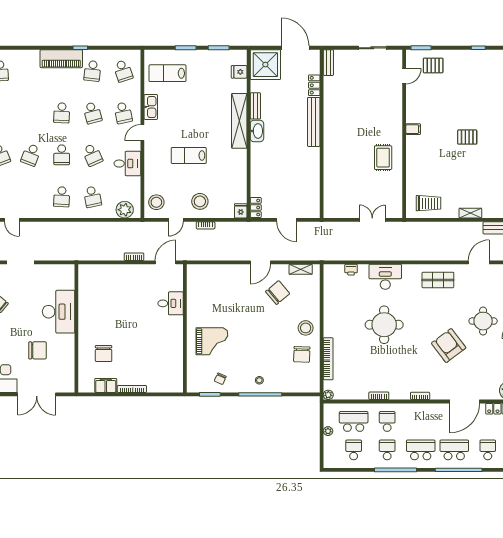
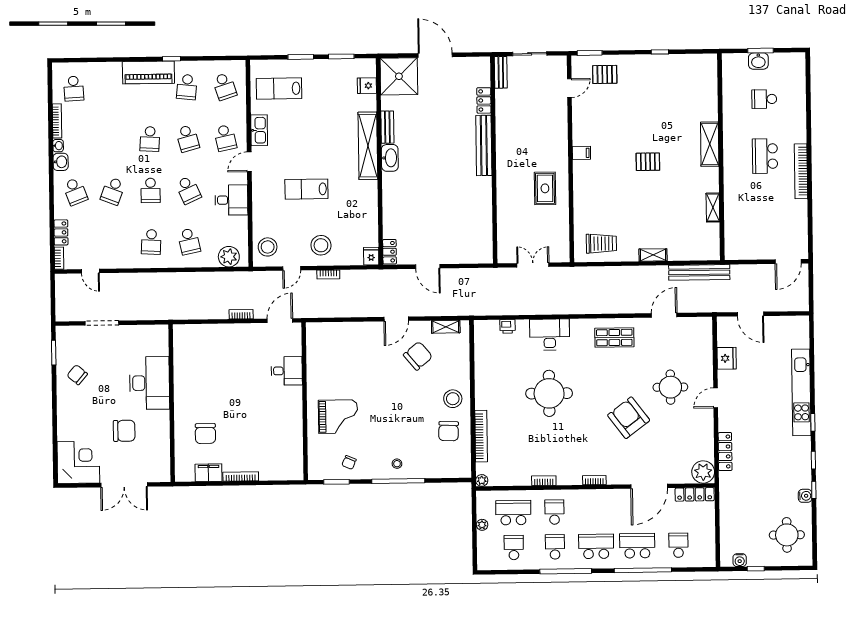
bench: (328, 63) -> (501, 72), moved
locker: (314, 85) -> (484, 100), moved
bench: (314, 122) -> (484, 145), moved
wall: (322, 134) -> (494, 160), moved

